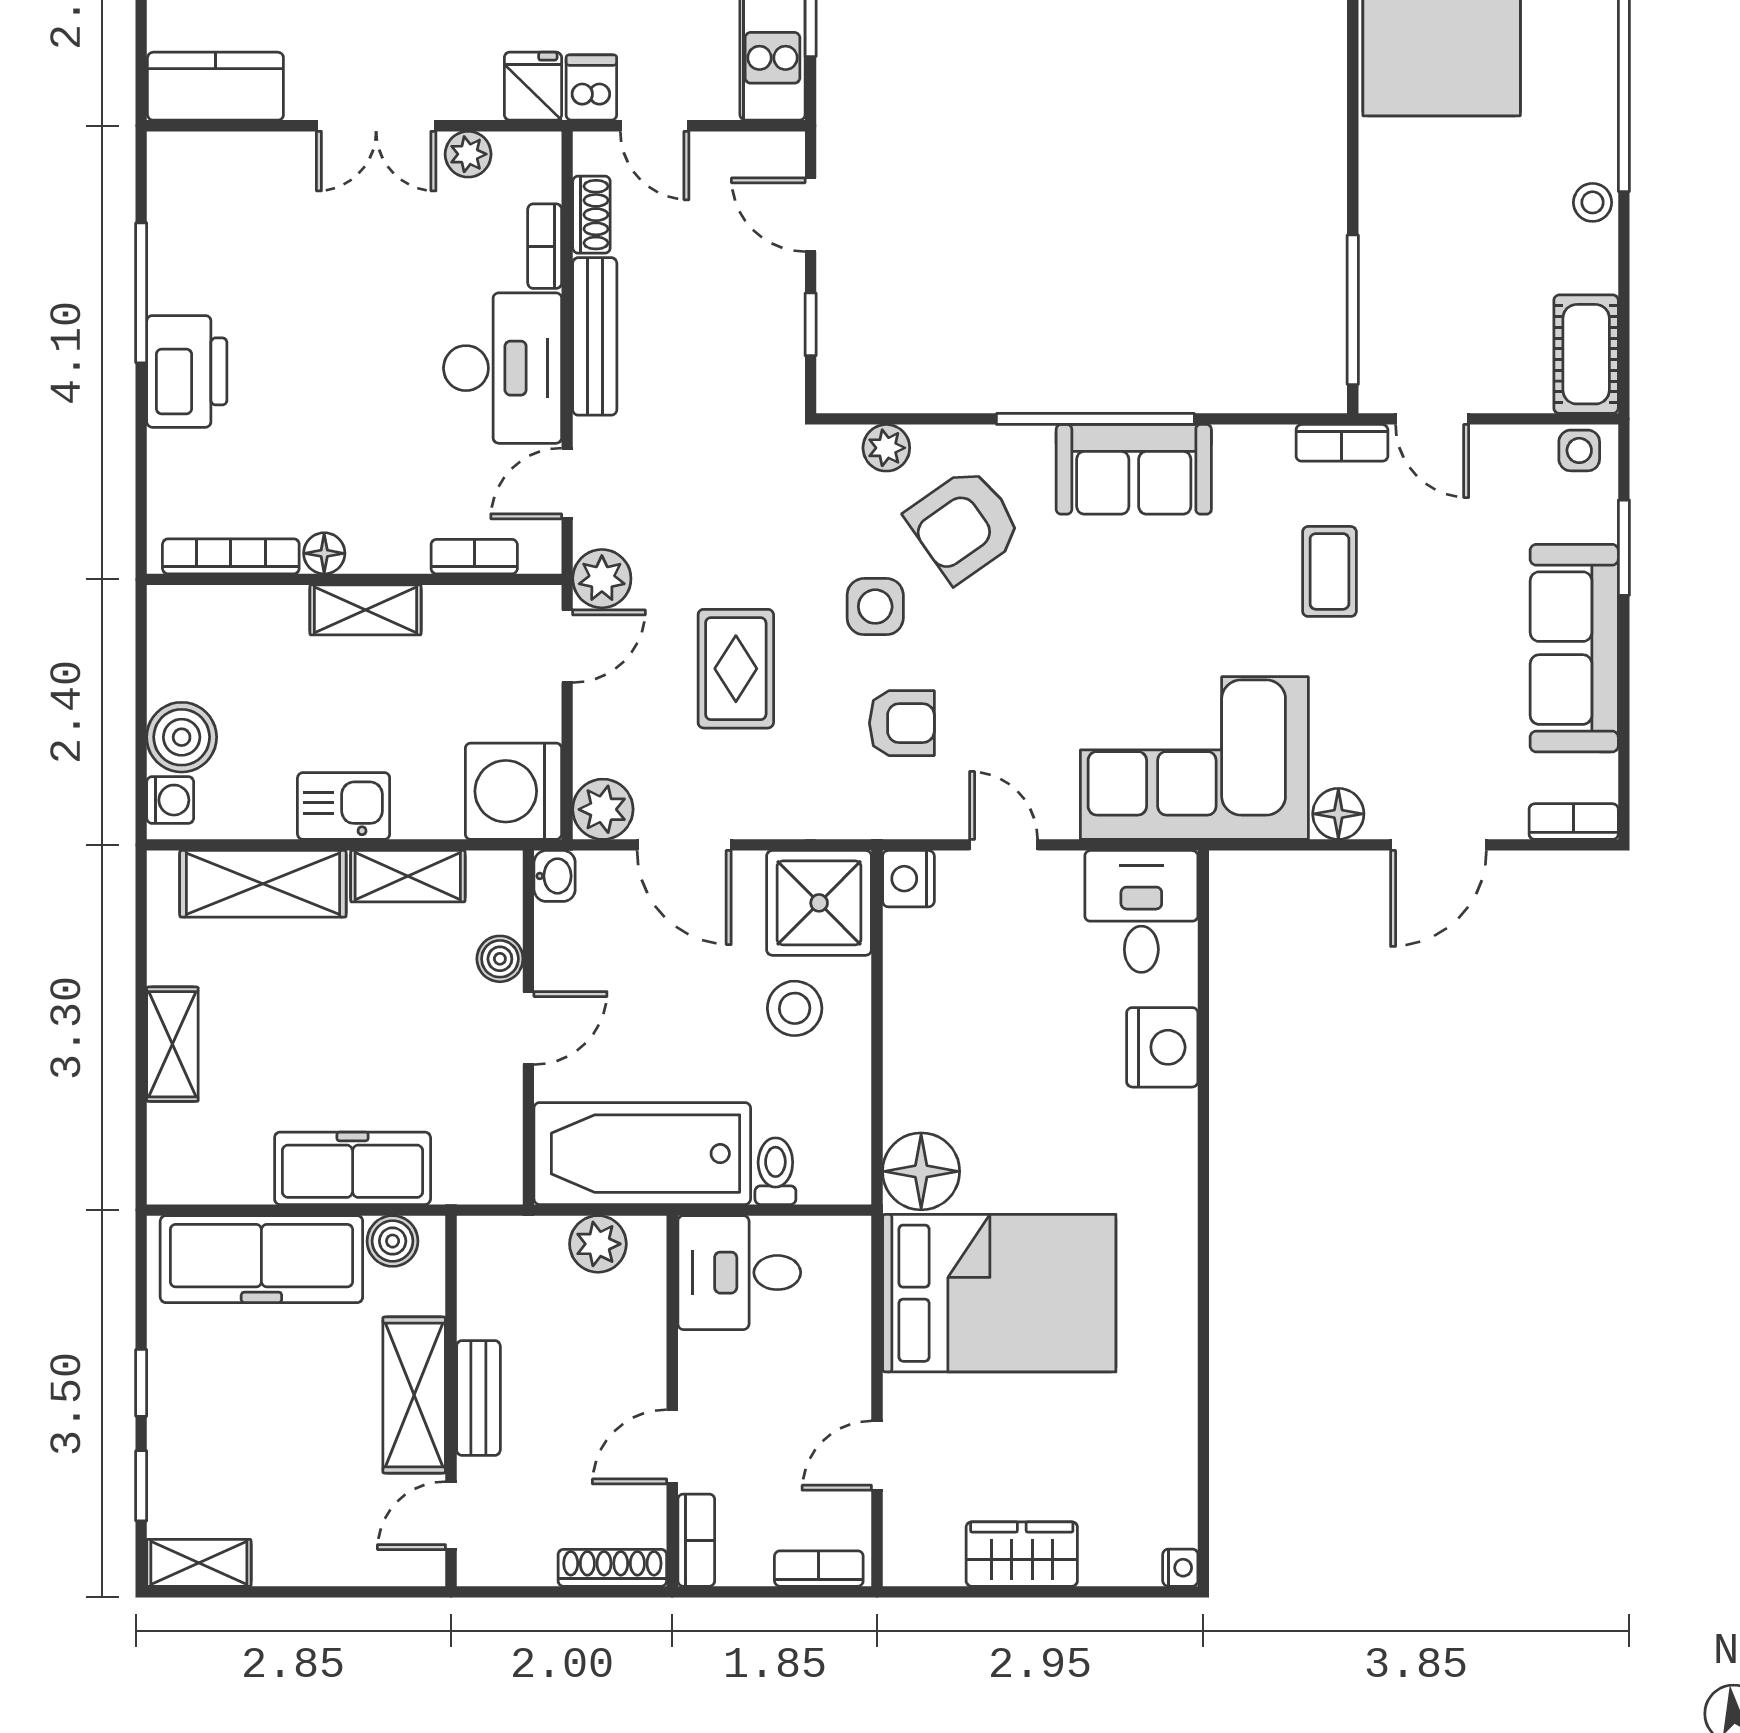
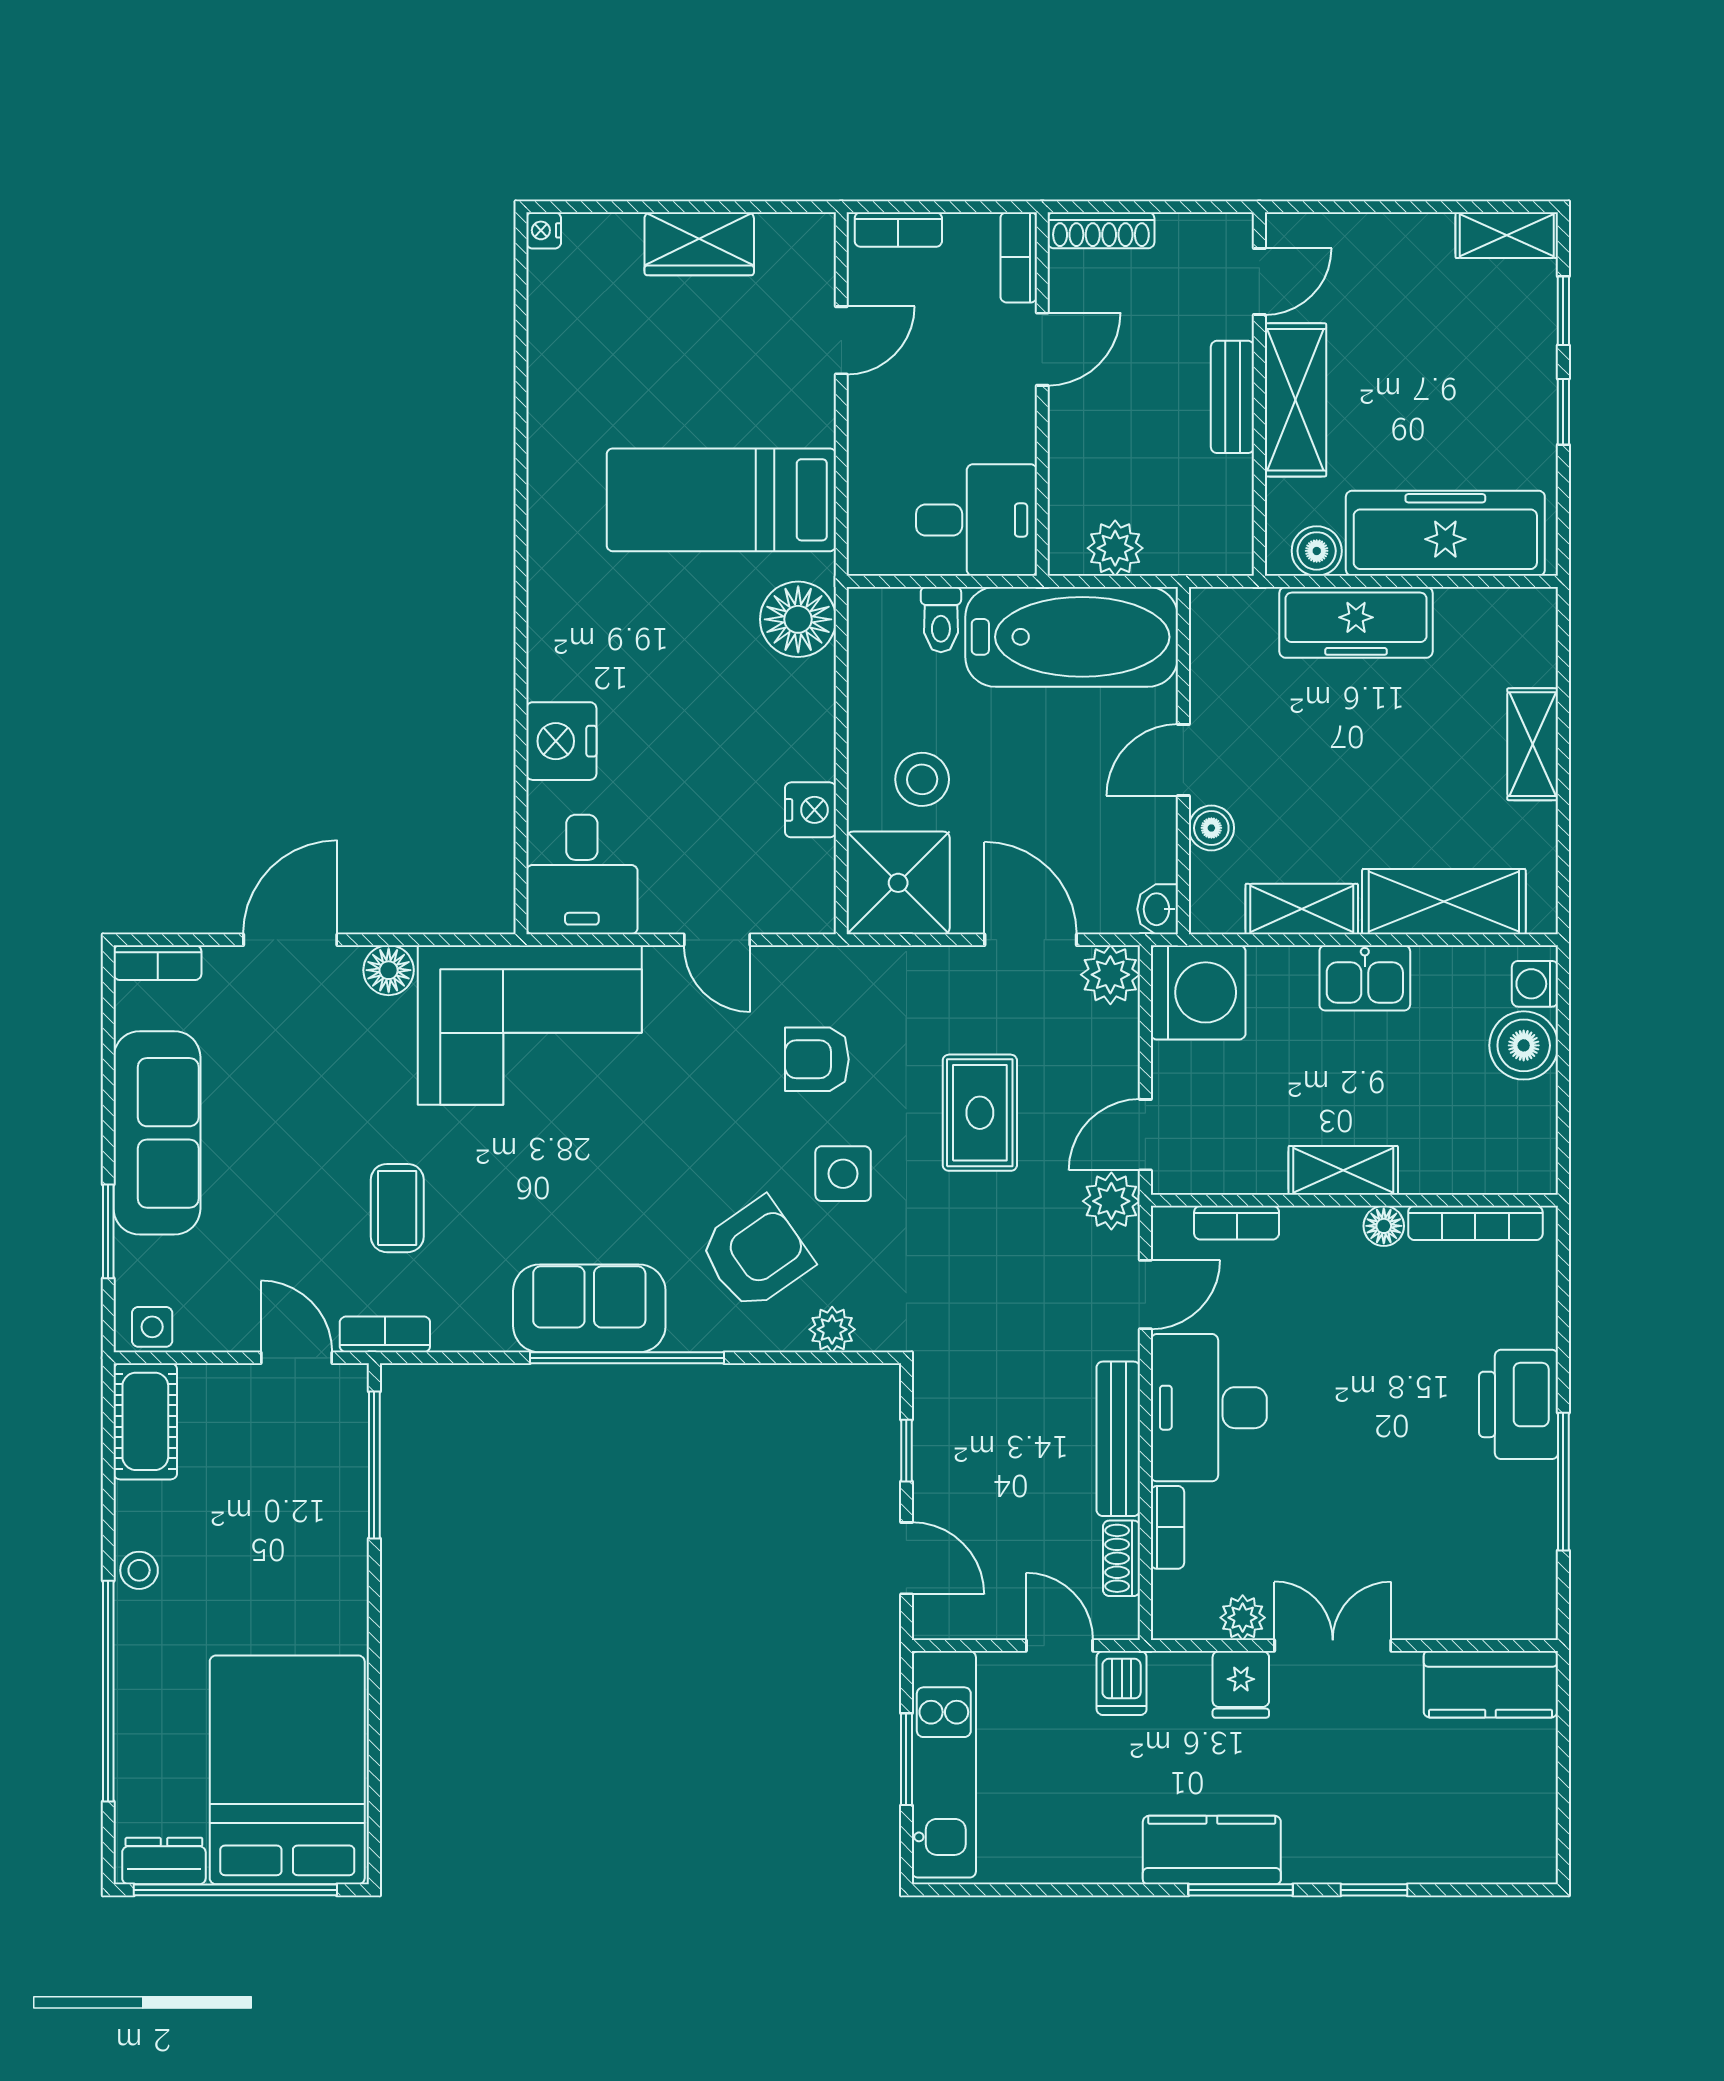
fridge: (533, 86) -> (1241, 1684), moved
nightstand: (908, 879) -> (810, 810), moved
bed: (999, 1293) -> (721, 500), width x0.67

